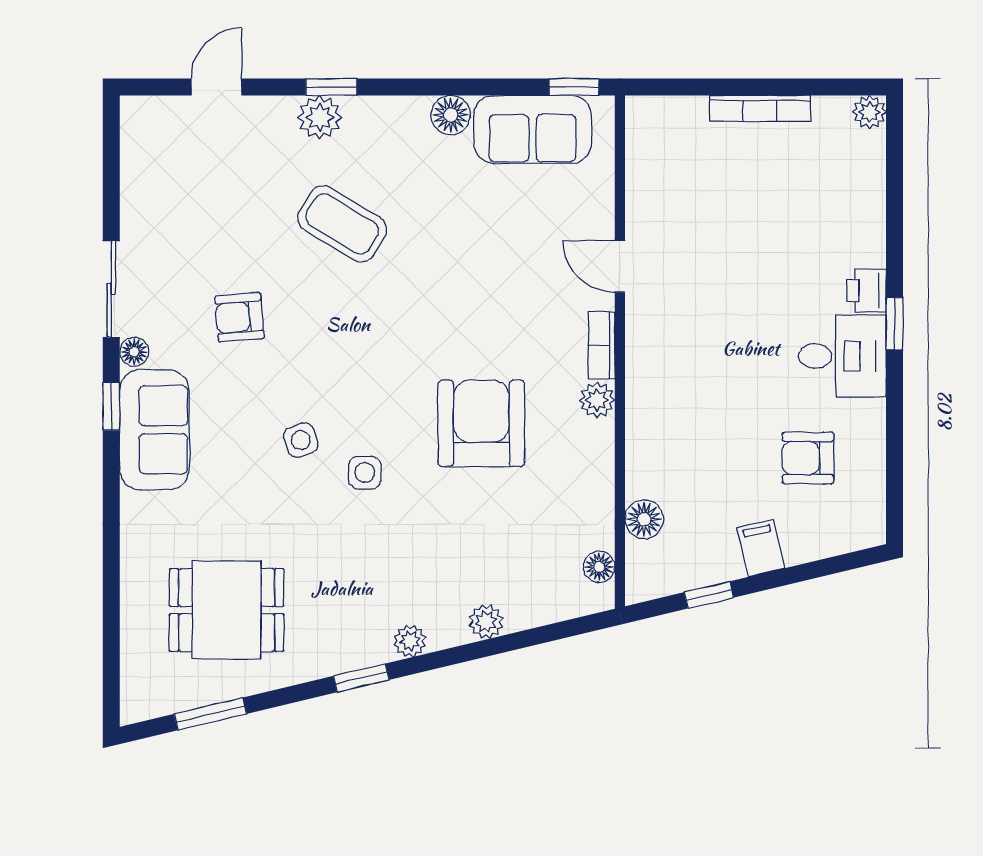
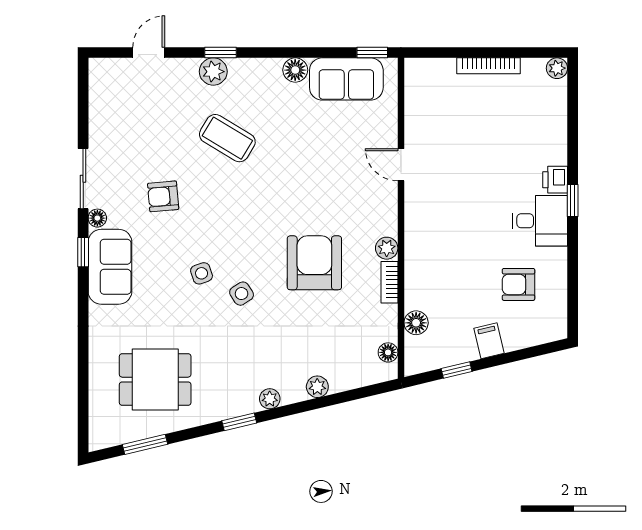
bookcase: (601, 345) -> (389, 282), moved
side table: (365, 473) -> (242, 294), turned -33

